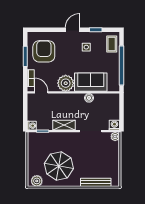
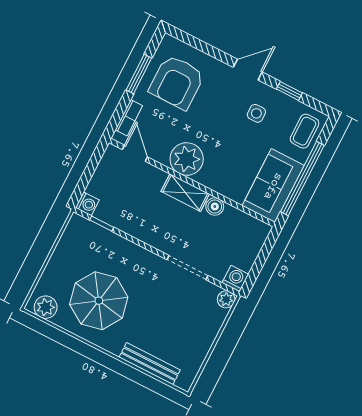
armchair: (44, 51) -> (177, 82), turned 180
sofa: (91, 82) -> (273, 186), moved, turned -90
shelving: (64, 125) -> (185, 193), moved

